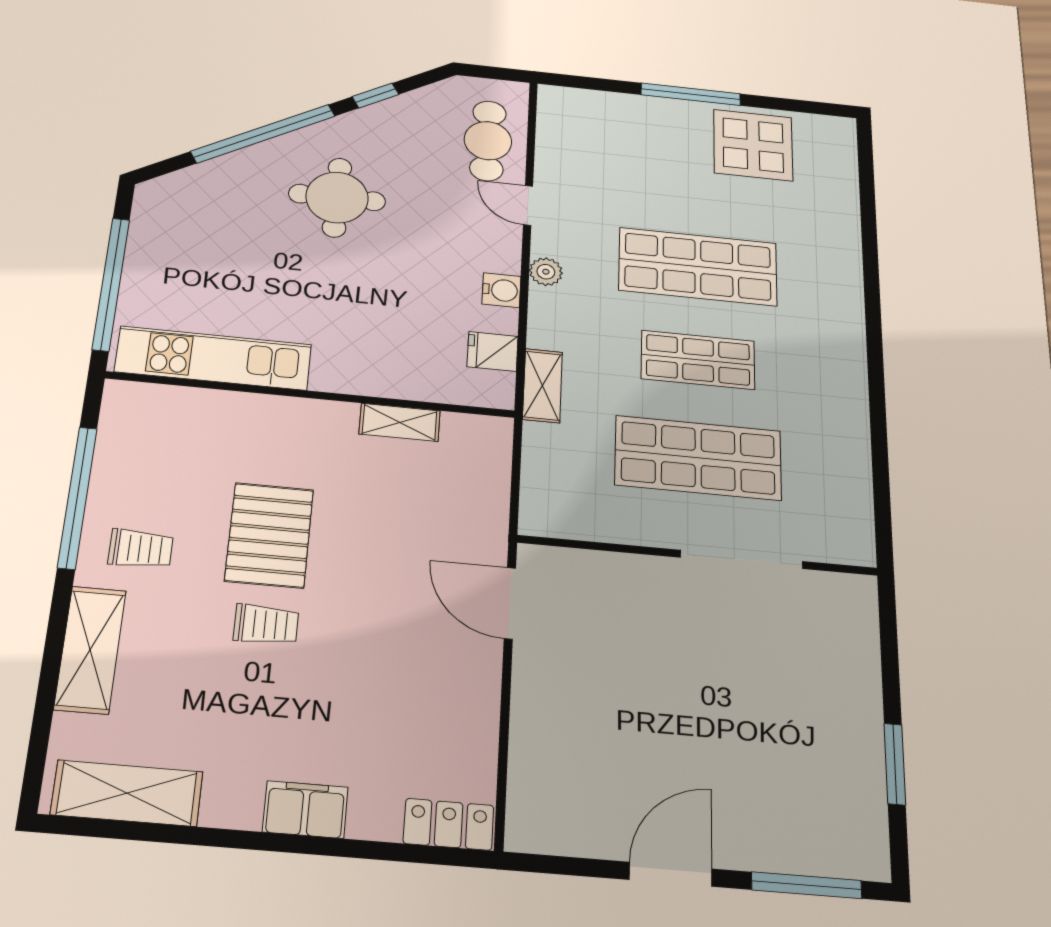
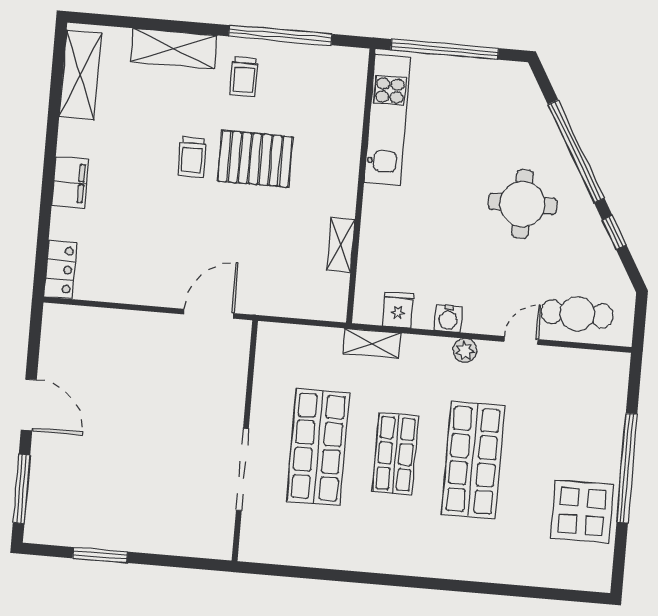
window: (691, 94) -> (627, 468), width x1.46

